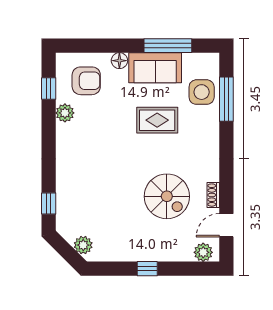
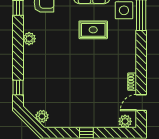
plant: (65, 113) -> (29, 39), moved
spiral stairs: (167, 196) -> (100, 83), removed

